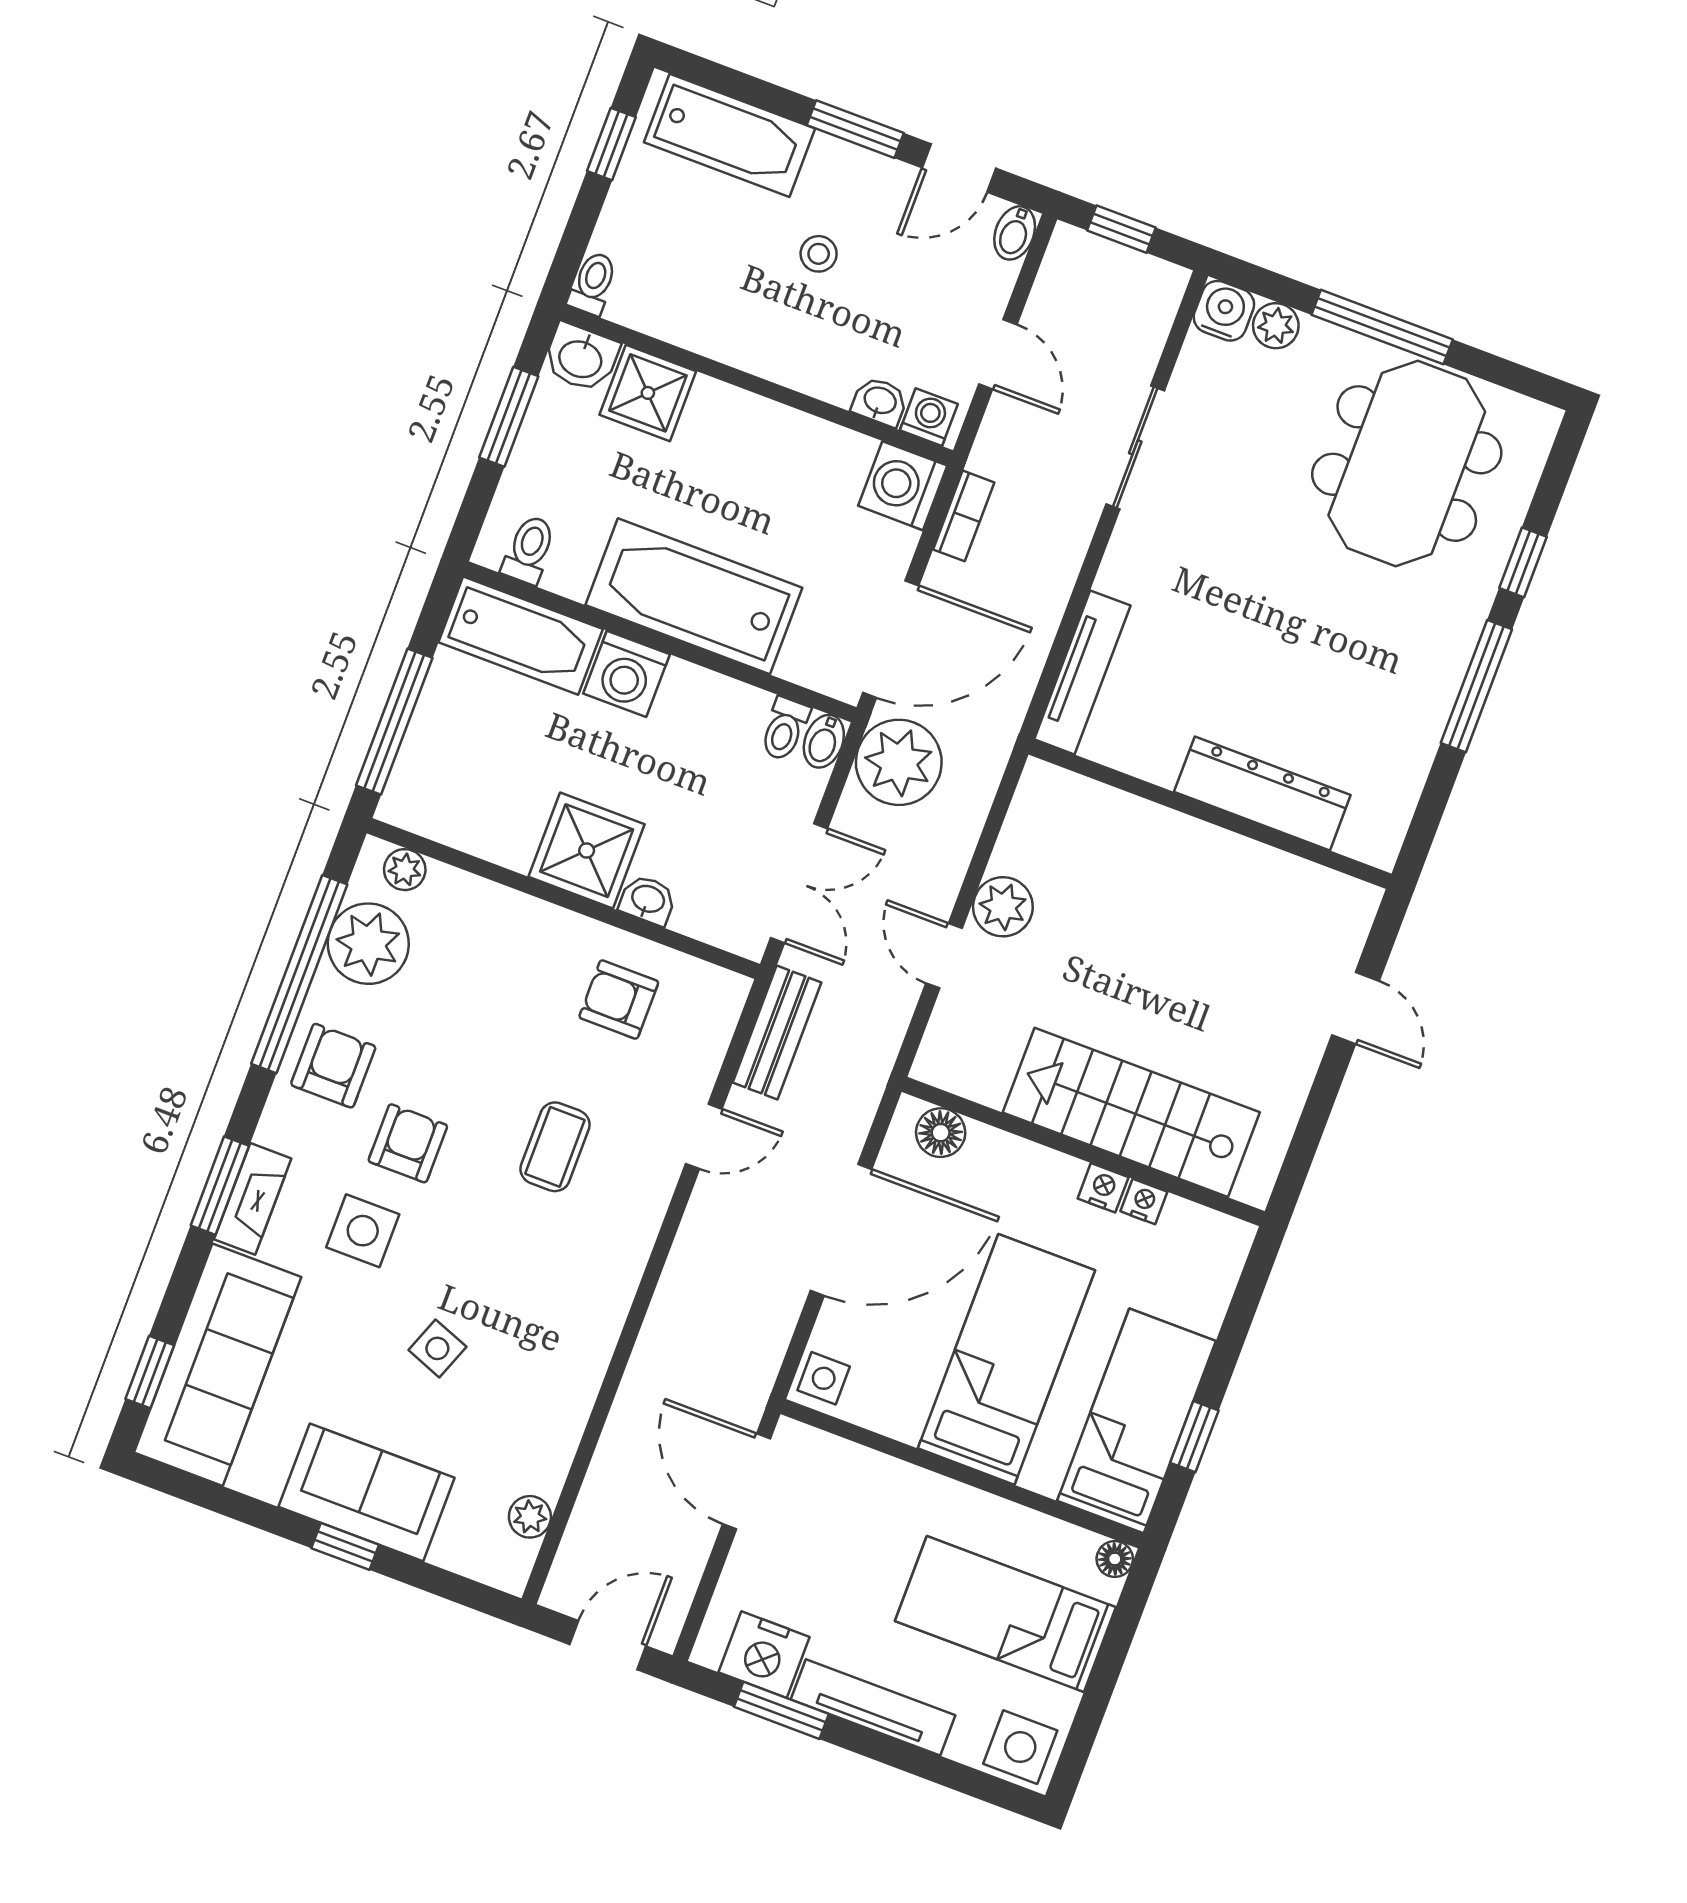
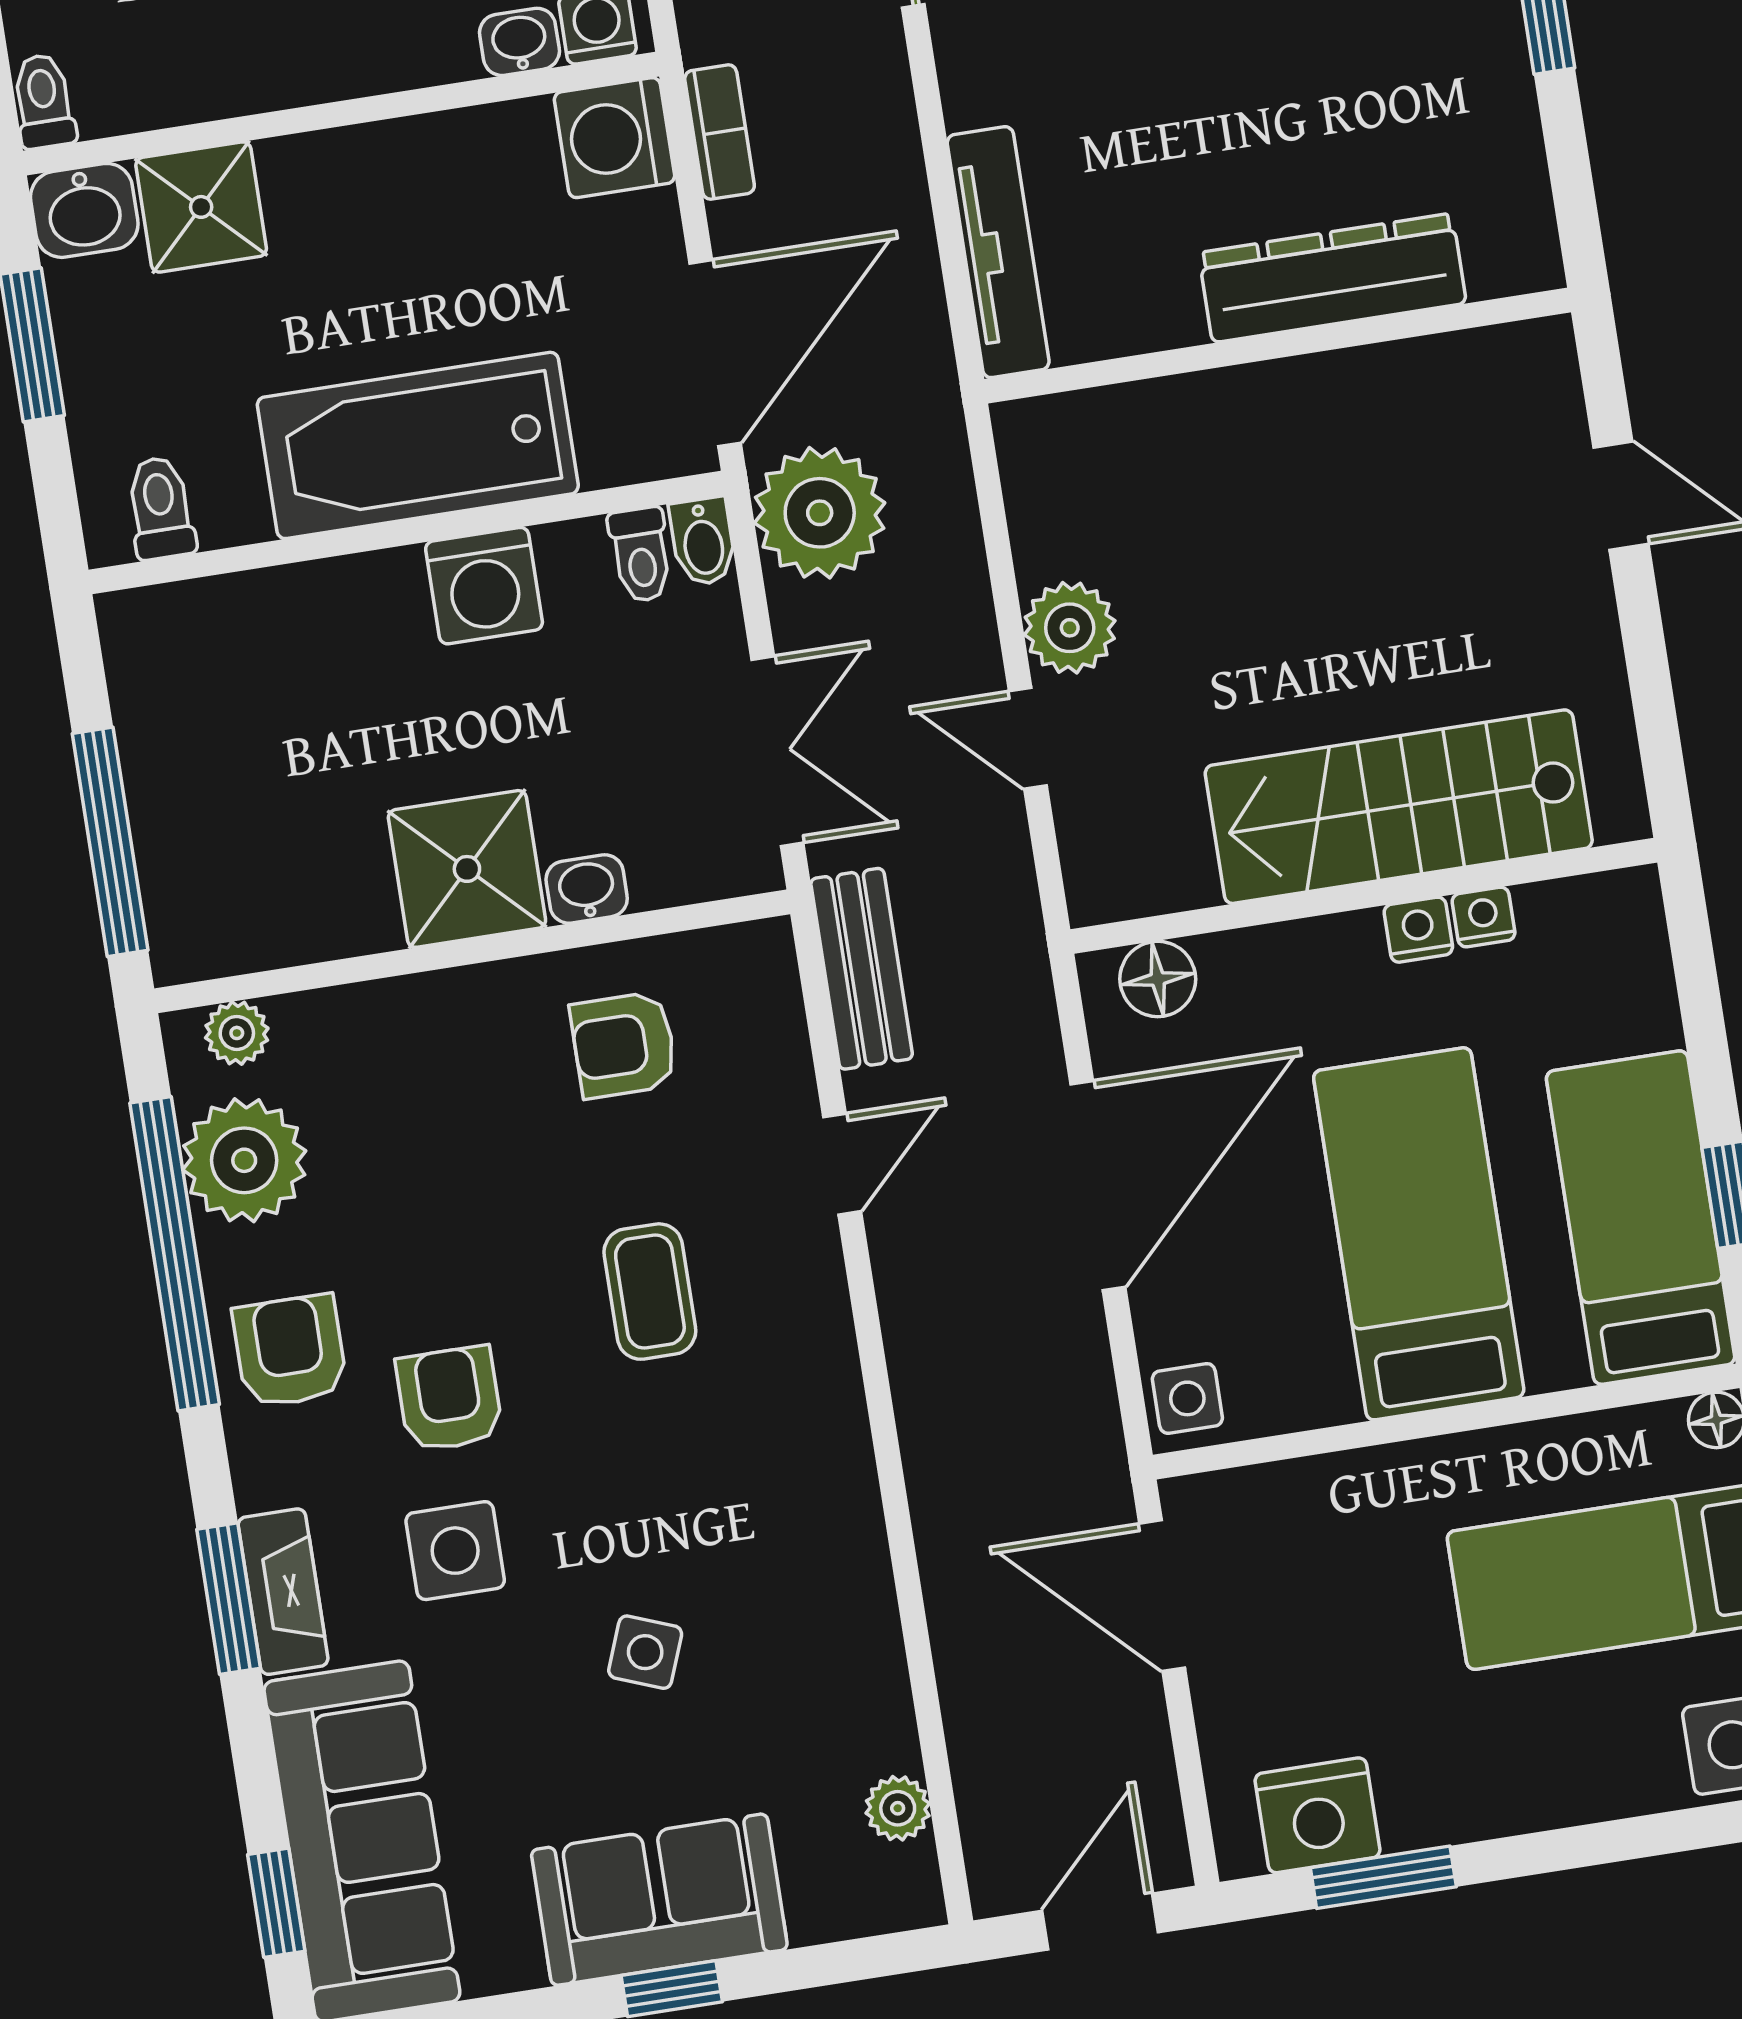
bathtub: (521, 636) -> (215, 630), removed
washing machine: (627, 674) -> (484, 586), moved
tv unit: (873, 1707) -> (1504, 1803), removed

